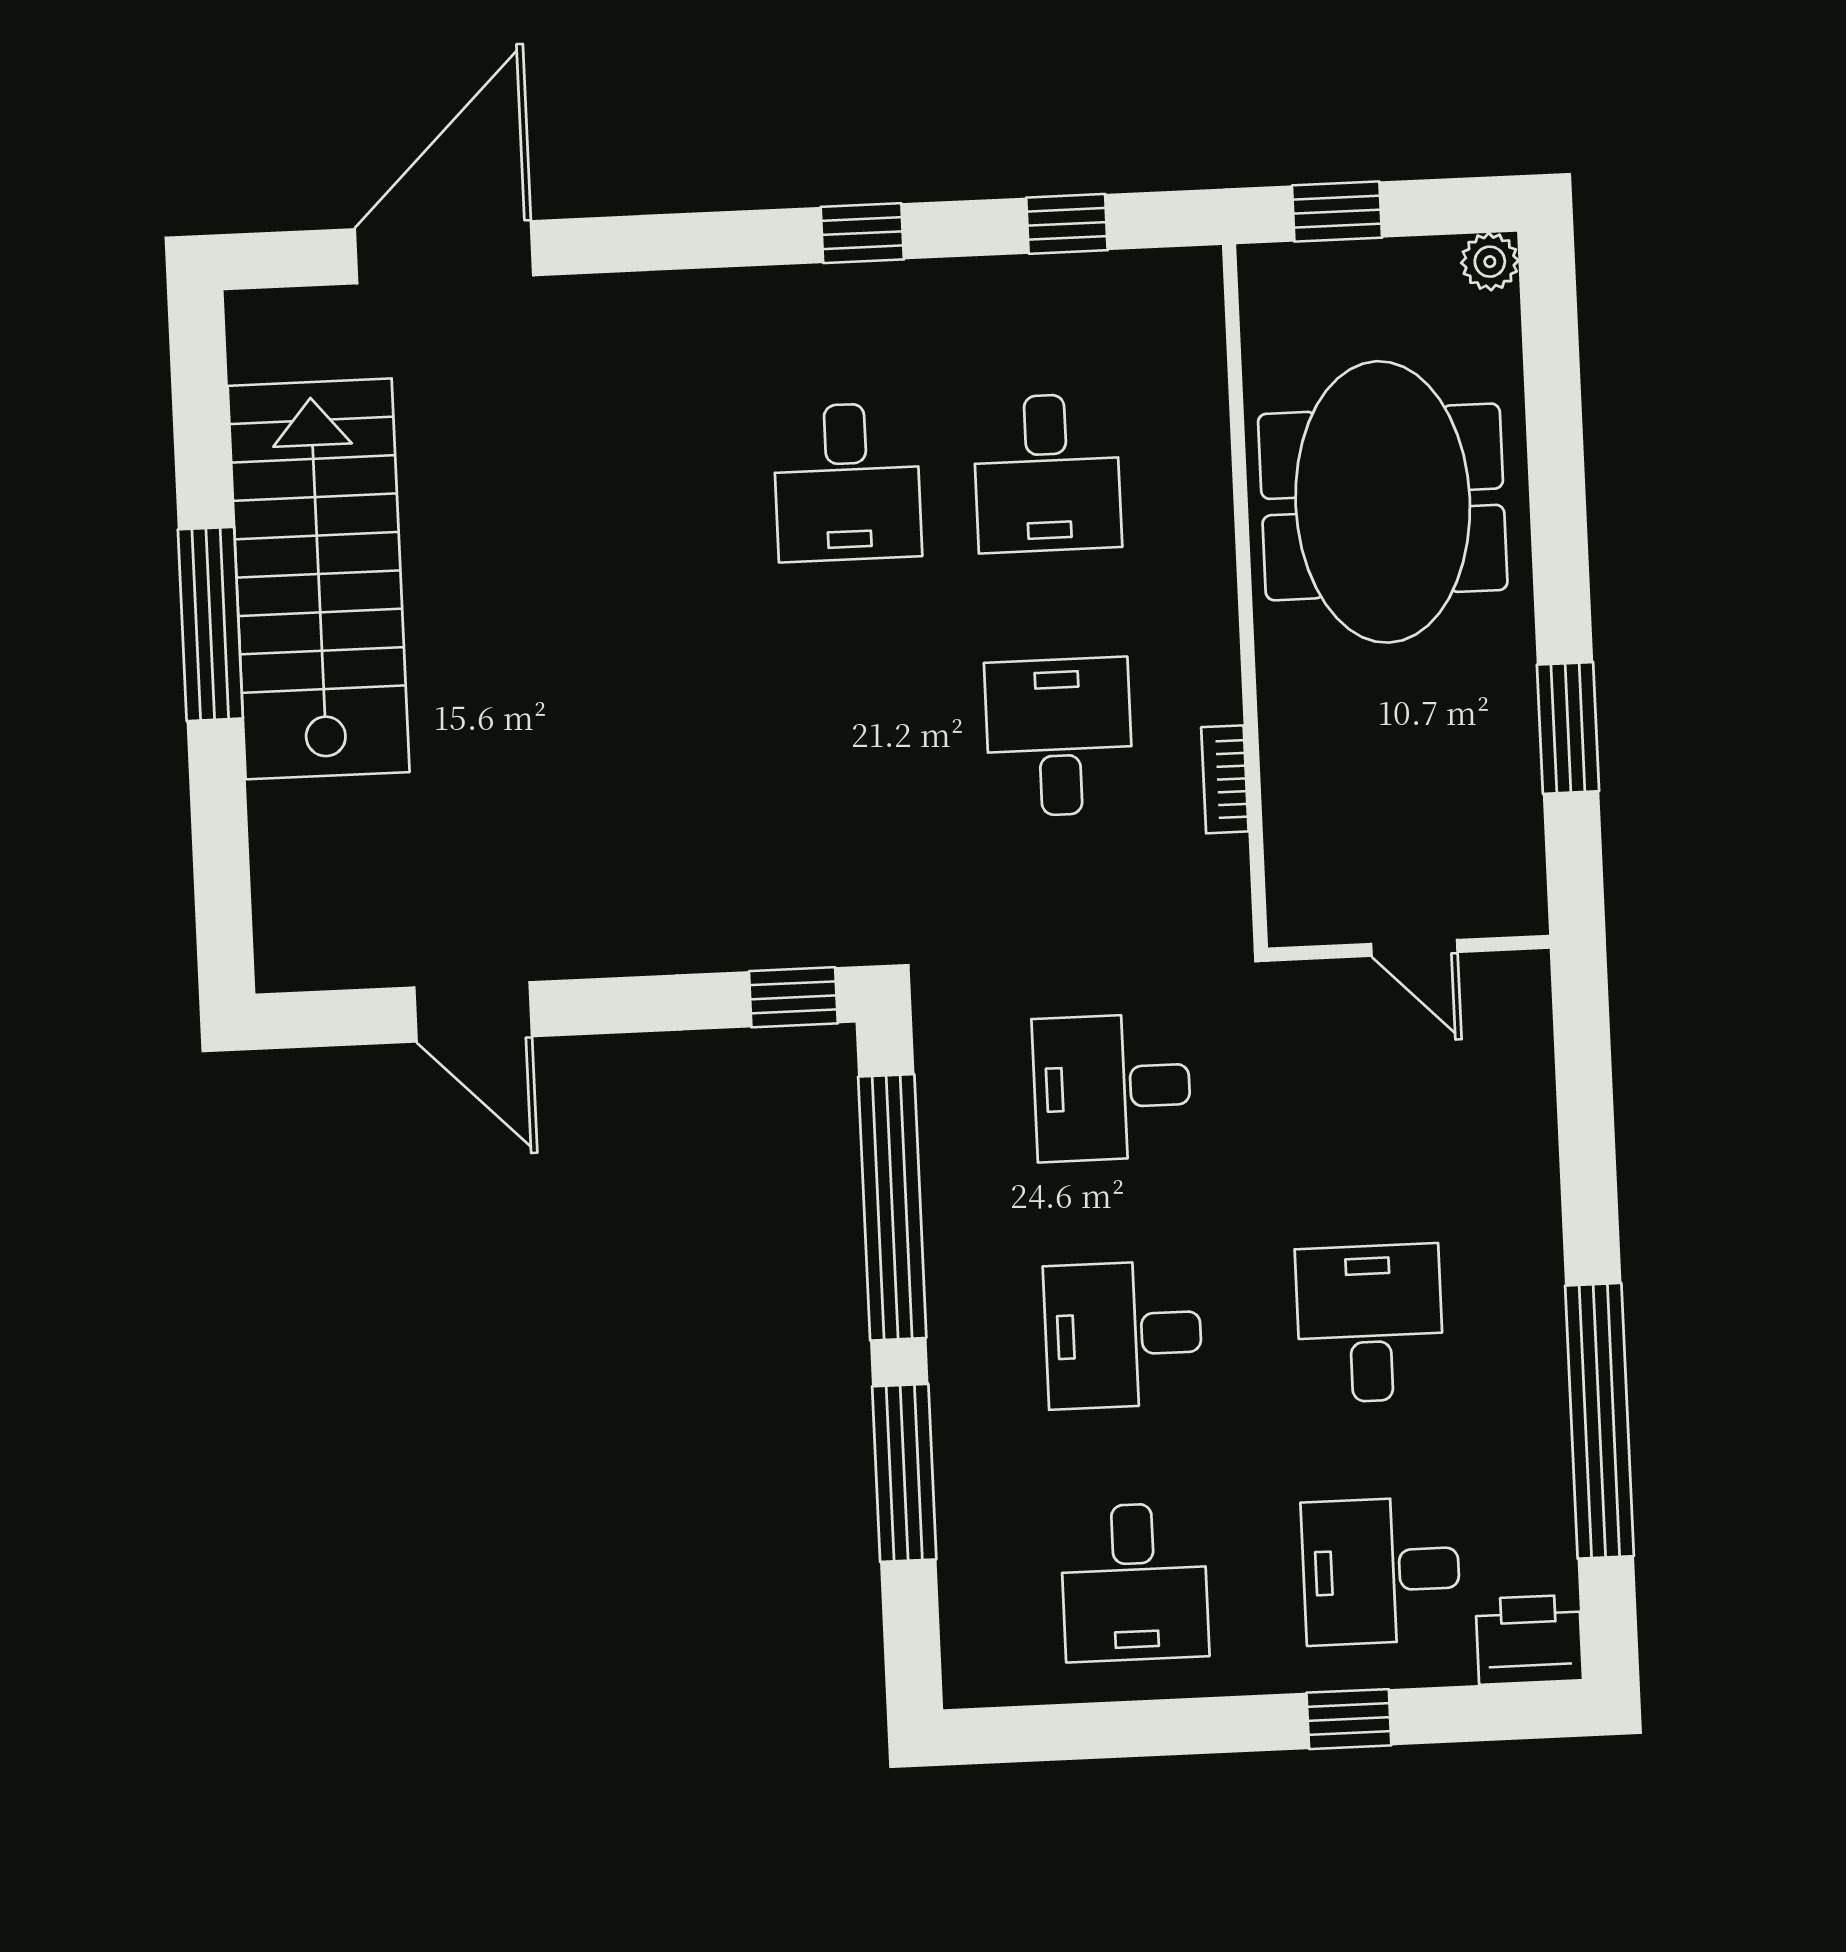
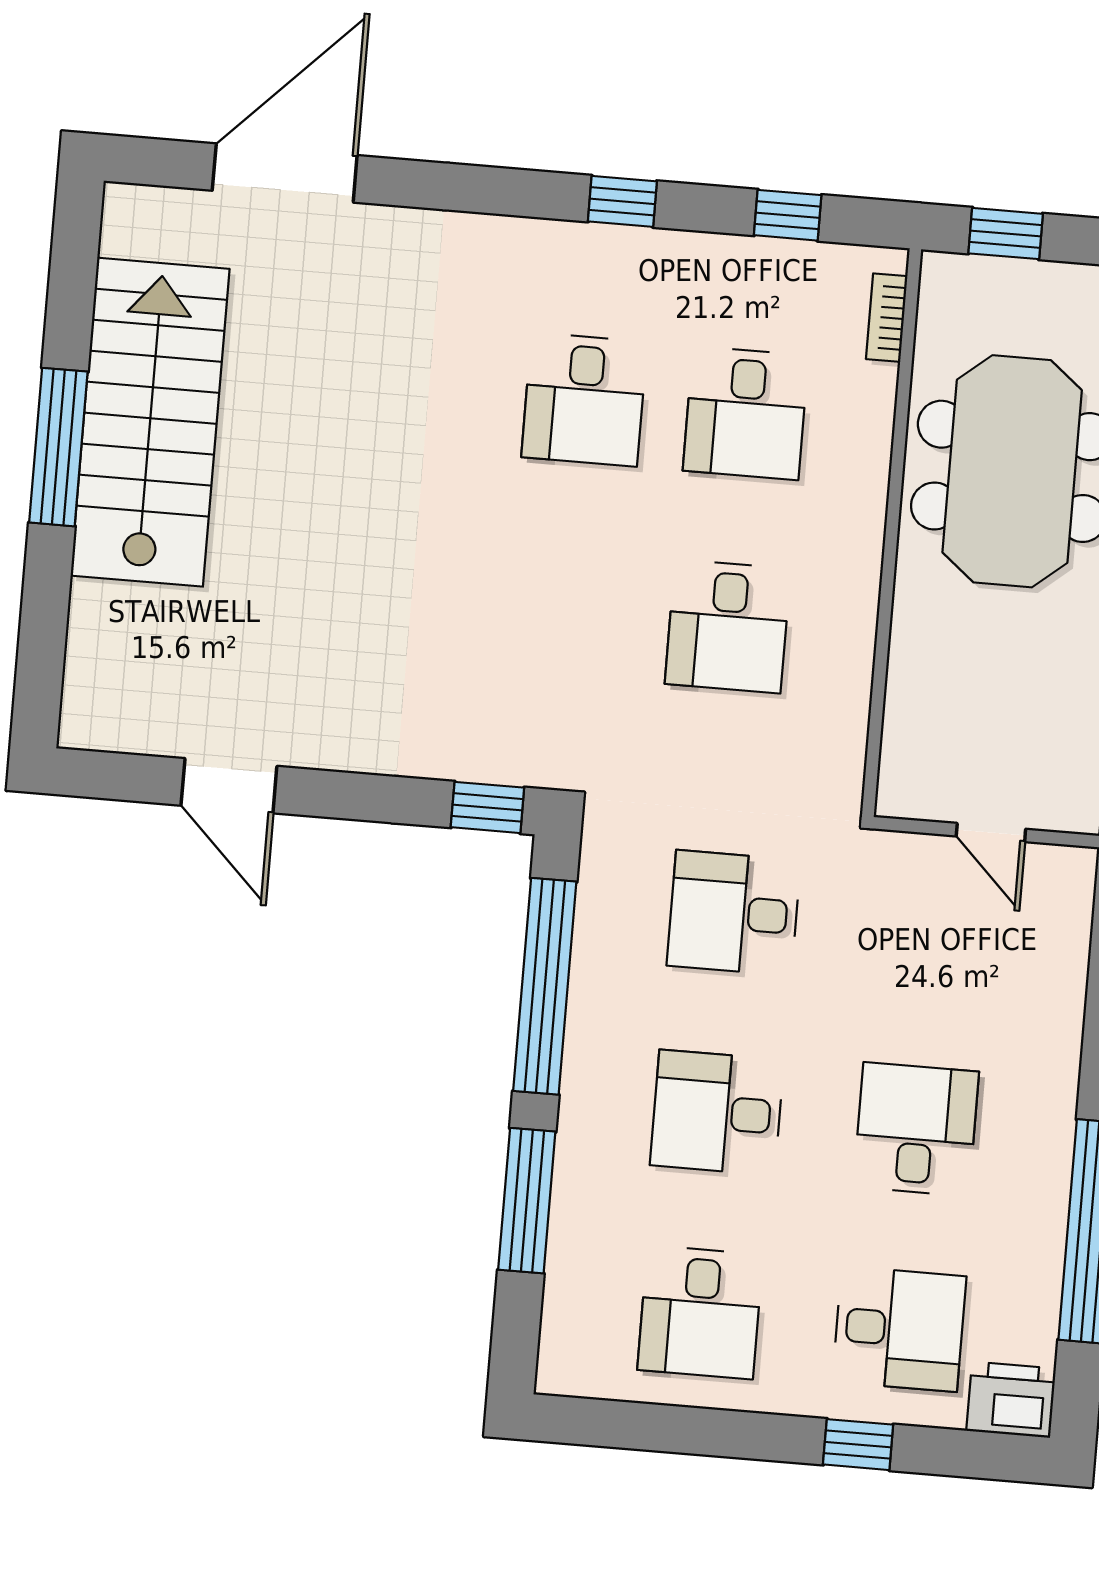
desk: (1059, 737) -> (728, 626), turned 180
bookcase: (1225, 779) -> (887, 318), moved
desk: (1381, 1571) -> (899, 1329), turned 180

